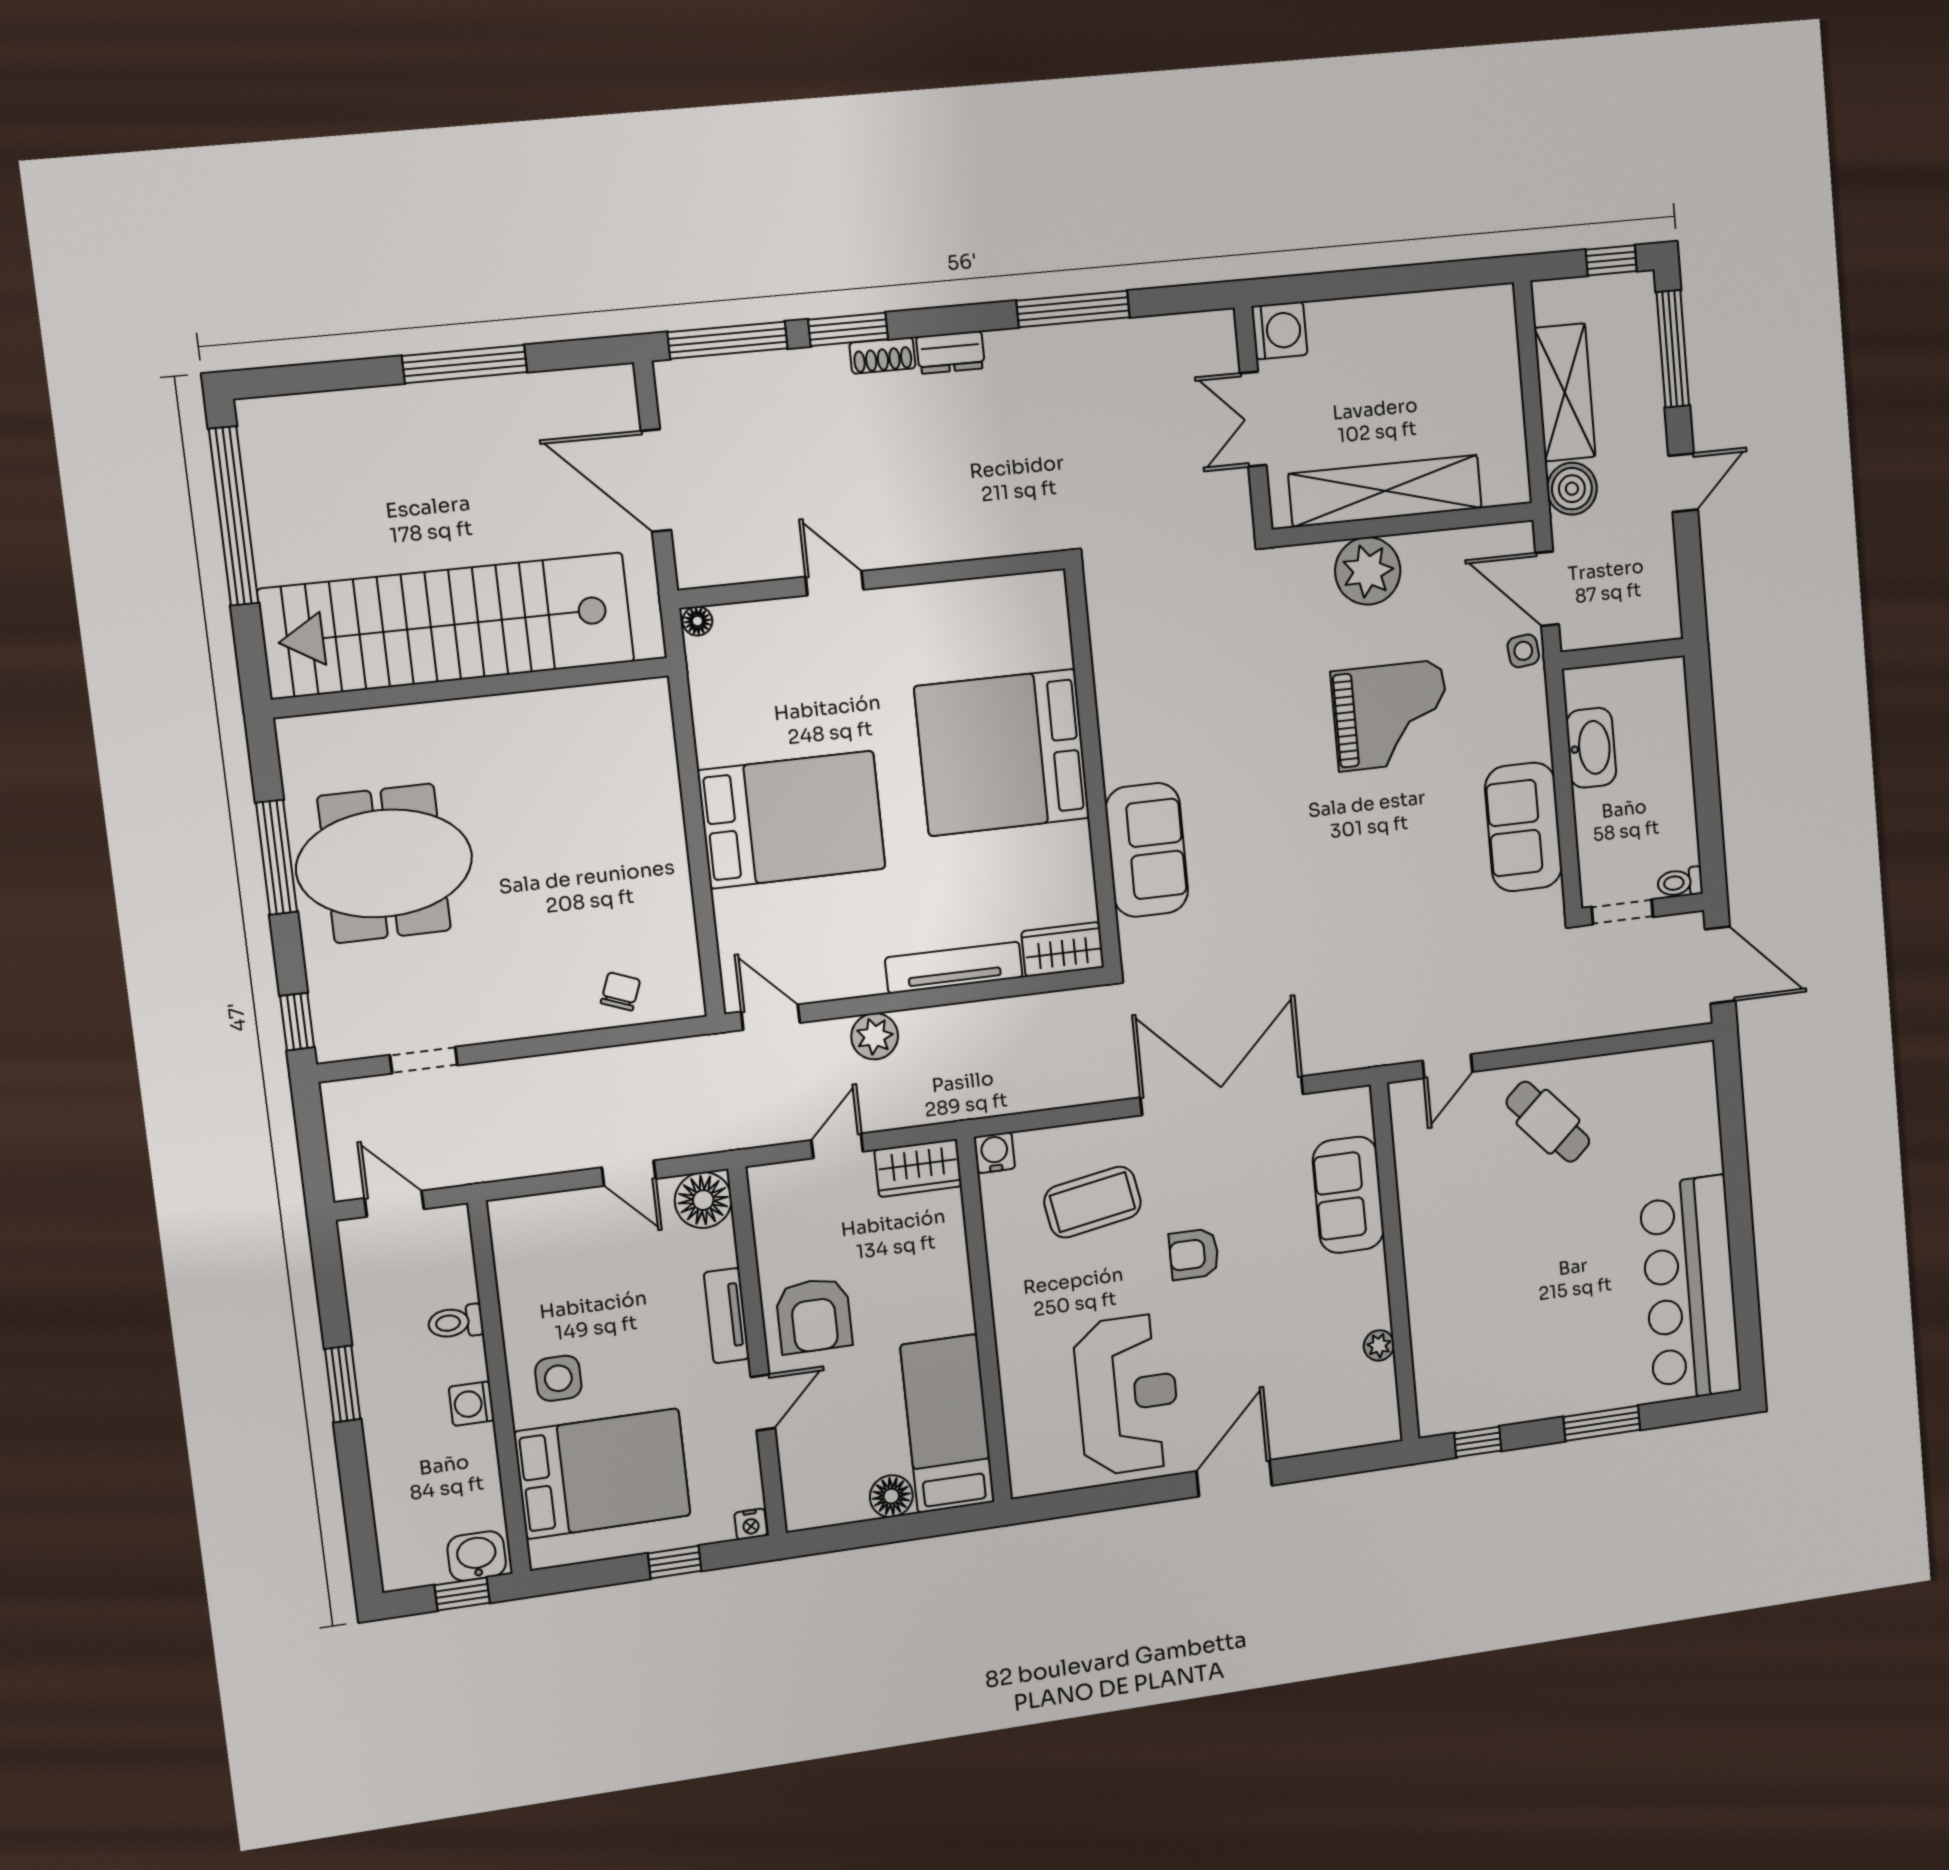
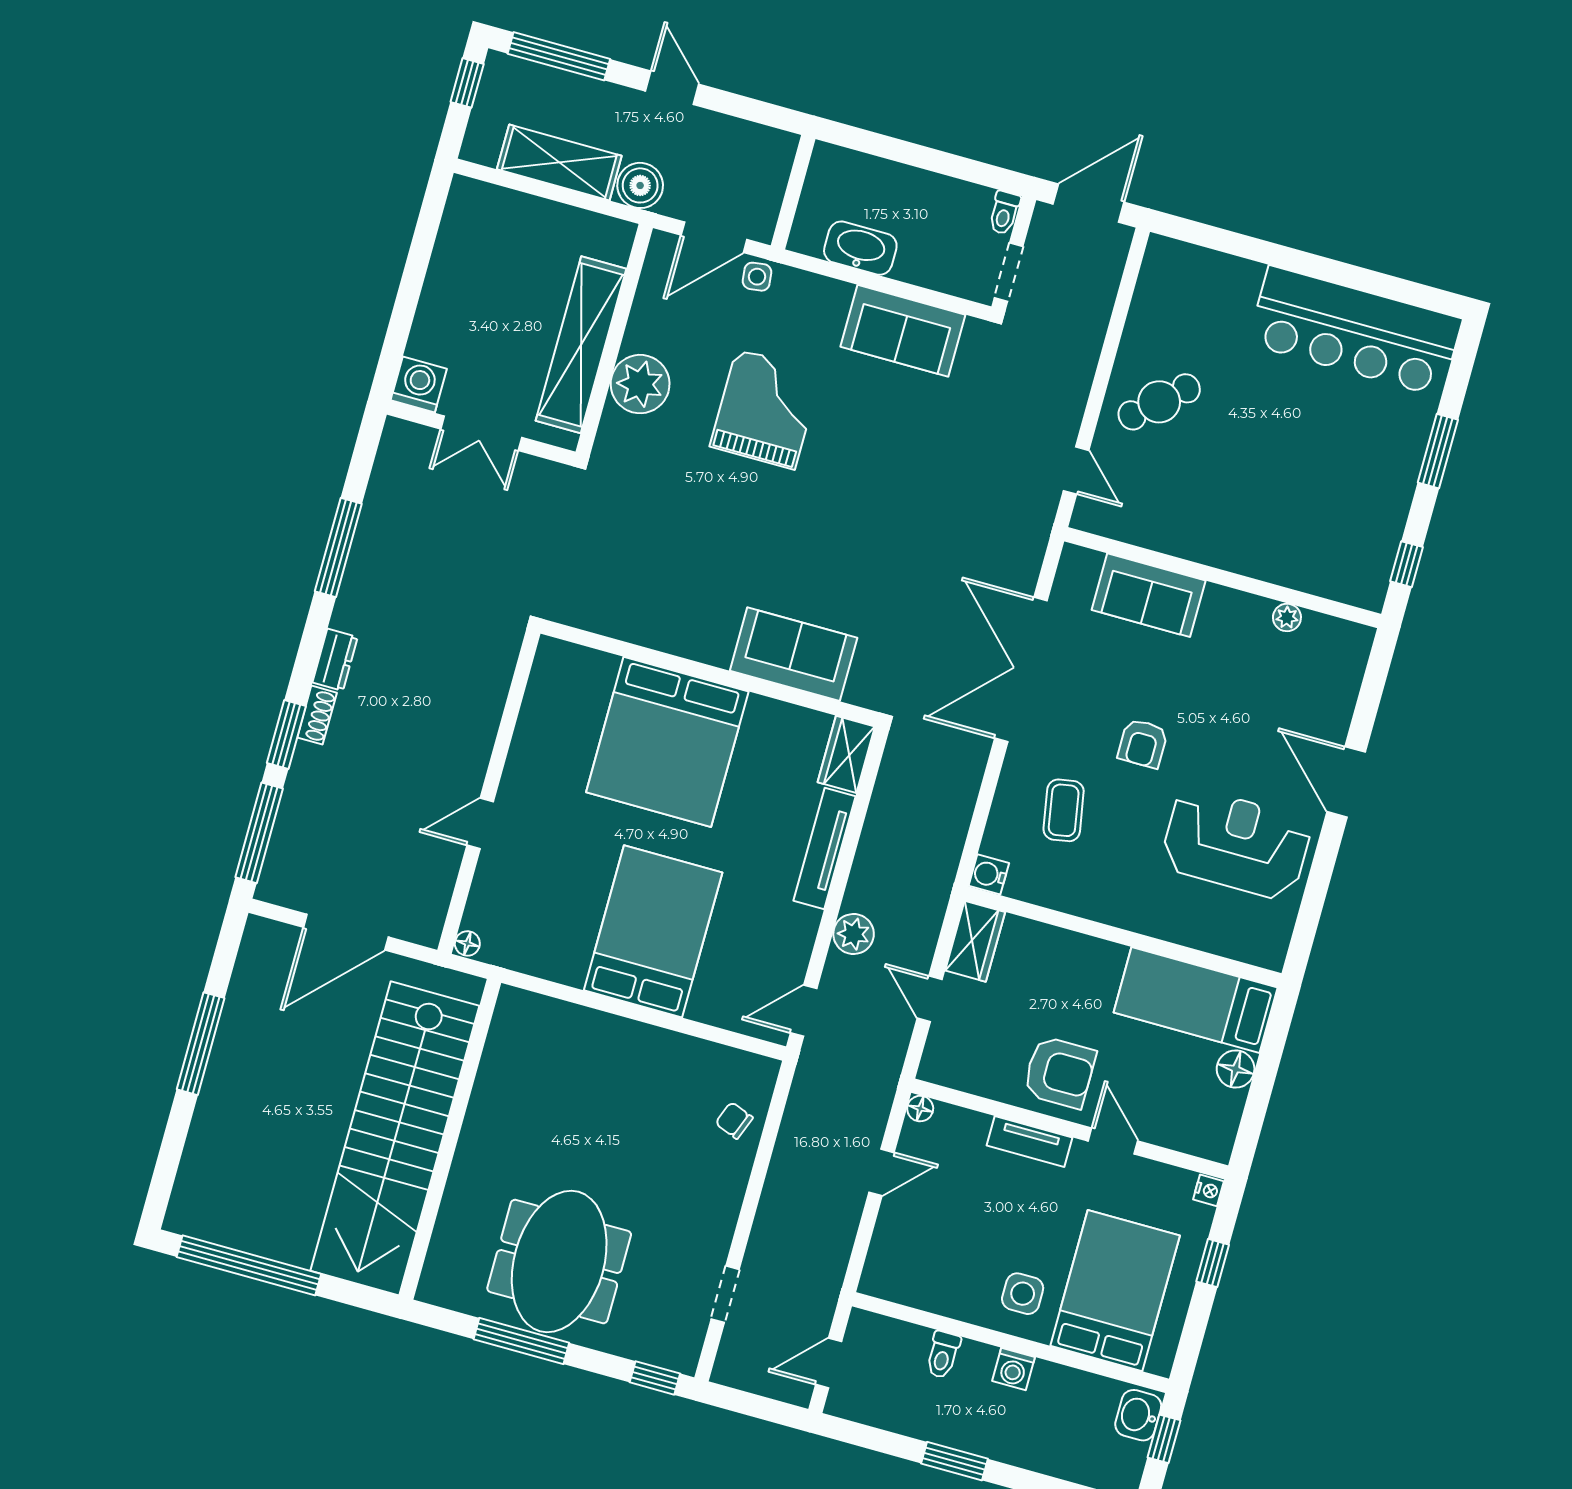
floor lamp: (703, 1200) -> (920, 1109), width x0.53, depth x0.53
coffee table: (1093, 1202) -> (1064, 810), width x0.73, depth x0.77

